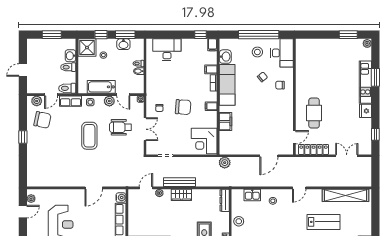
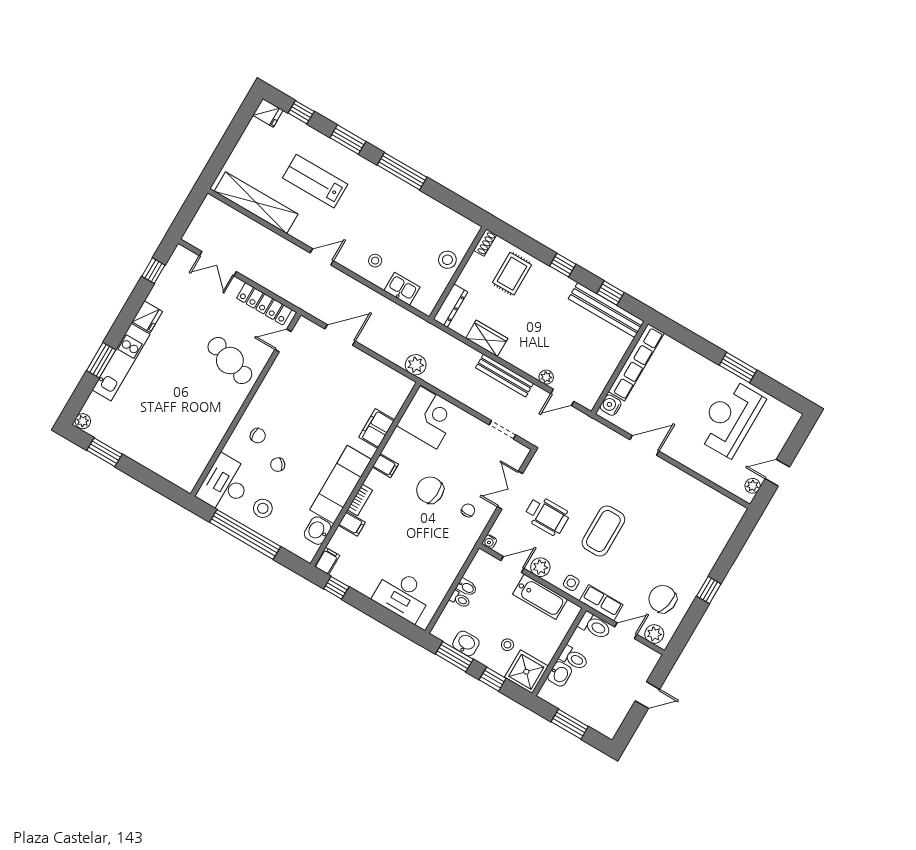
door: (123, 95) -> (512, 564), hinge flipped
cafe table: (314, 113) -> (230, 361), turned -72
wardrobe: (181, 195) -> (487, 338), moved

